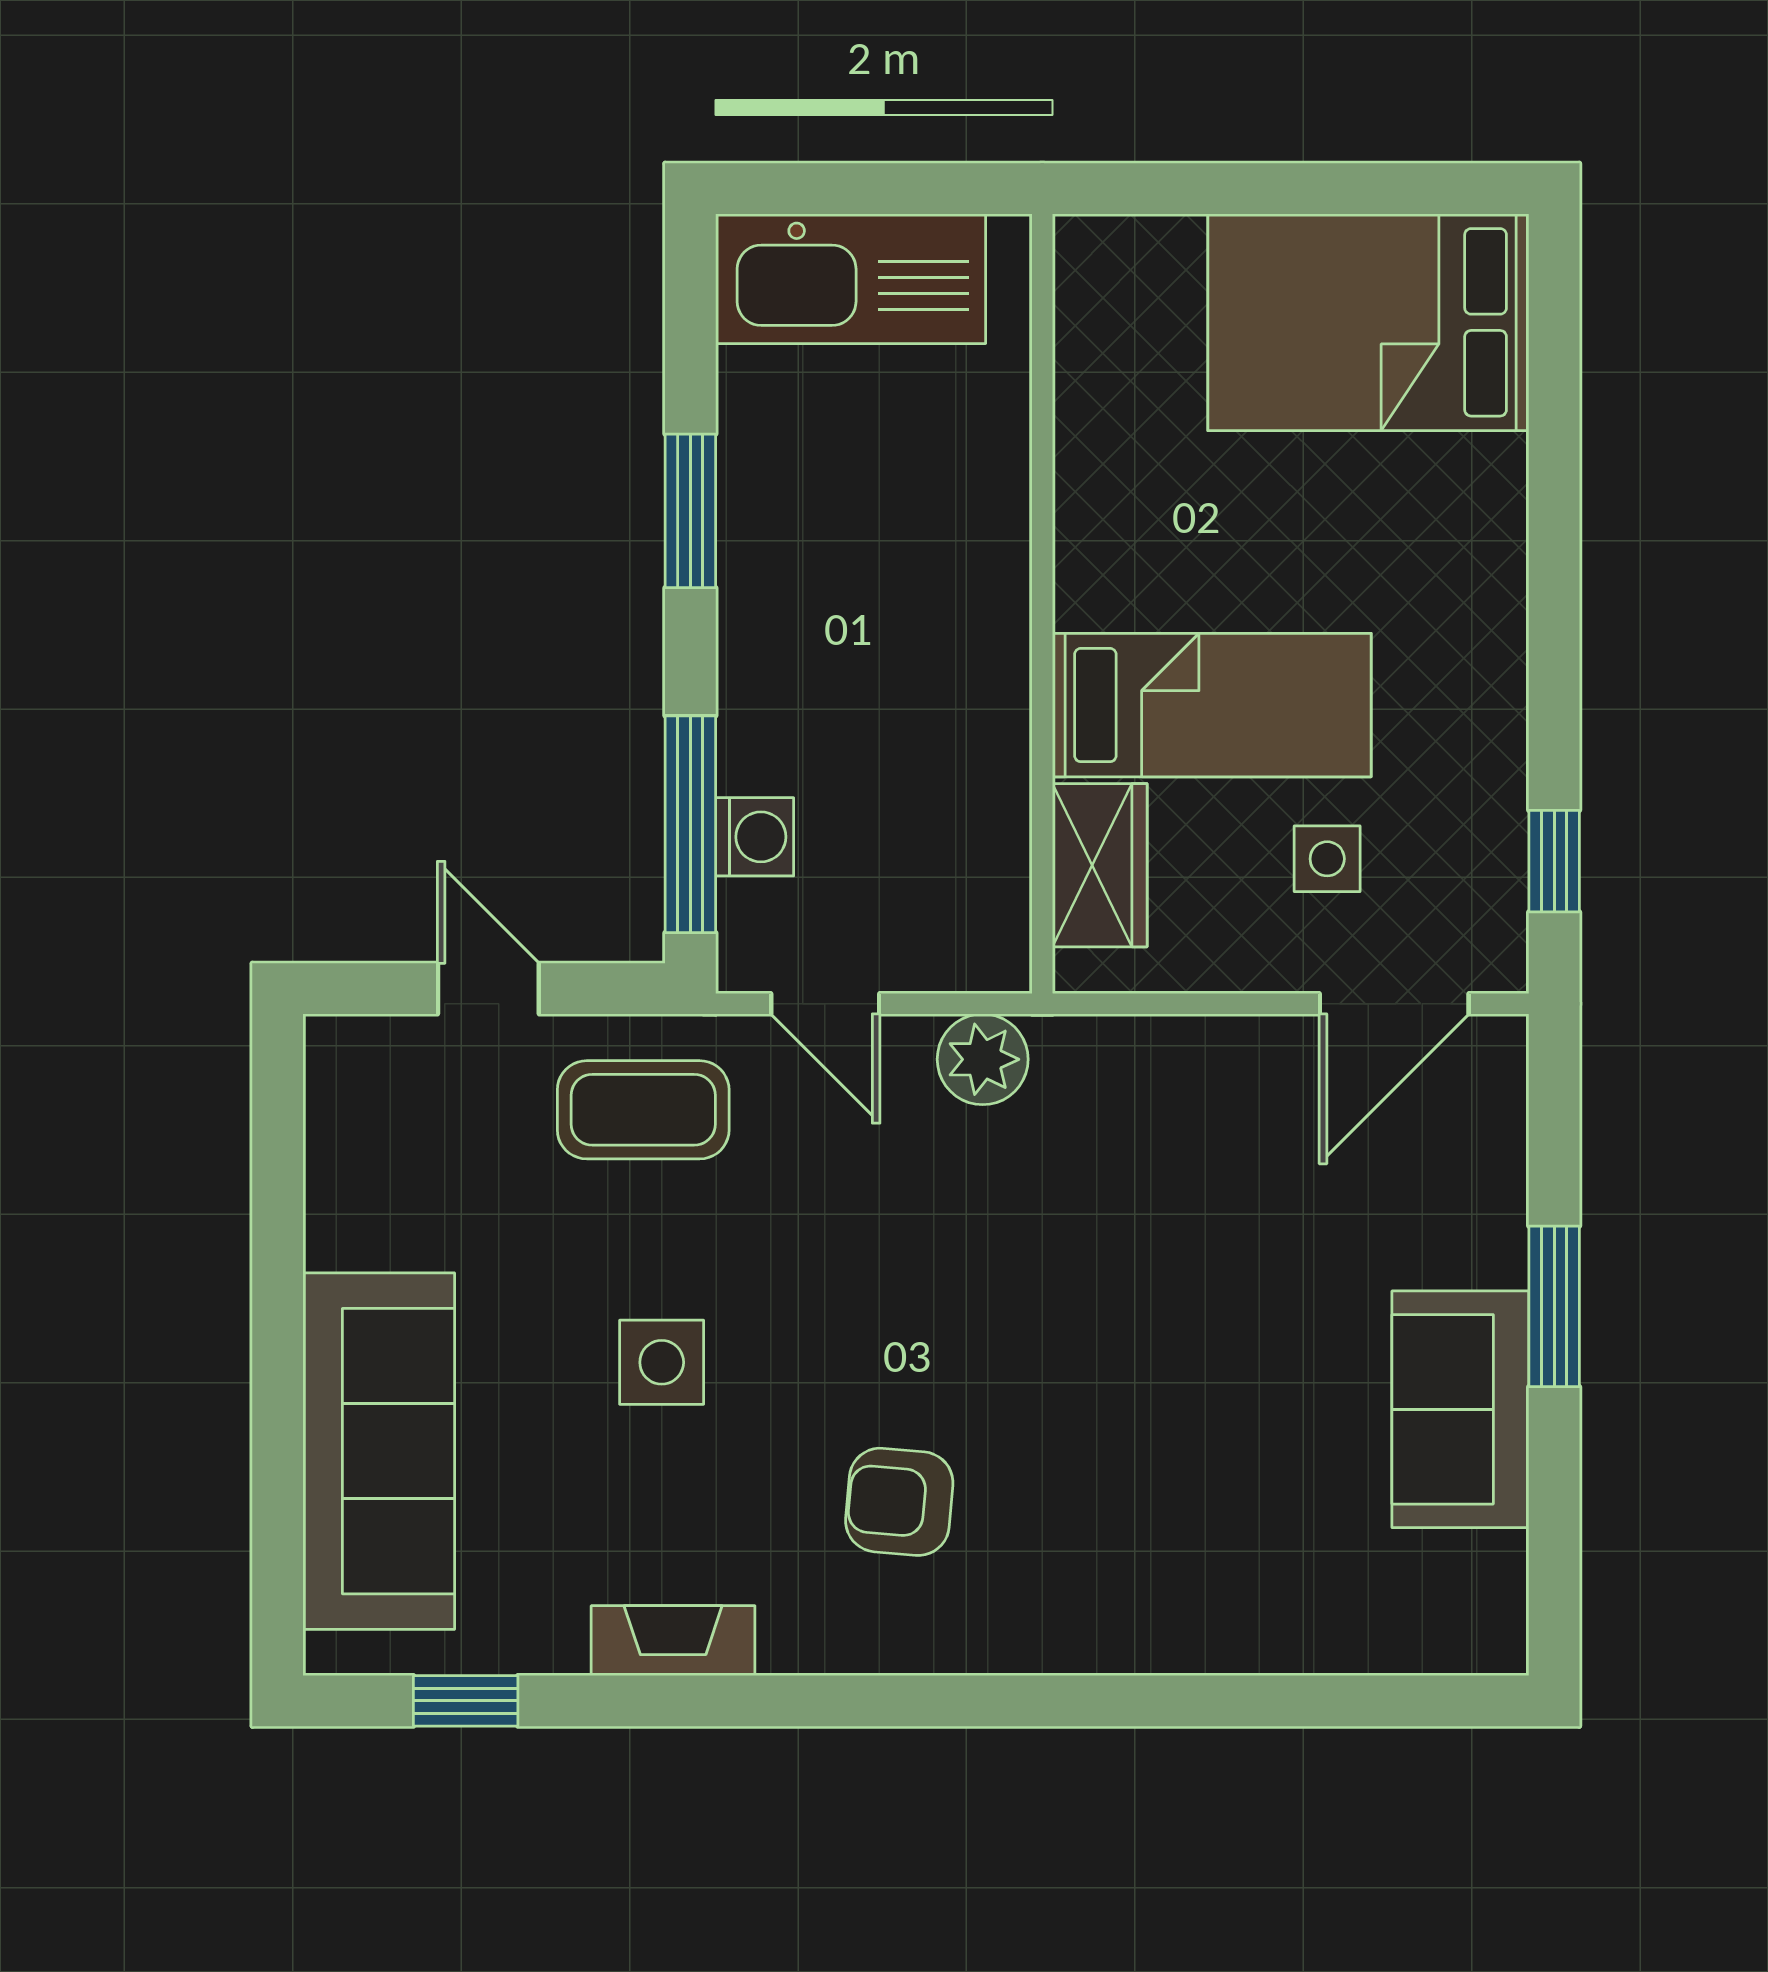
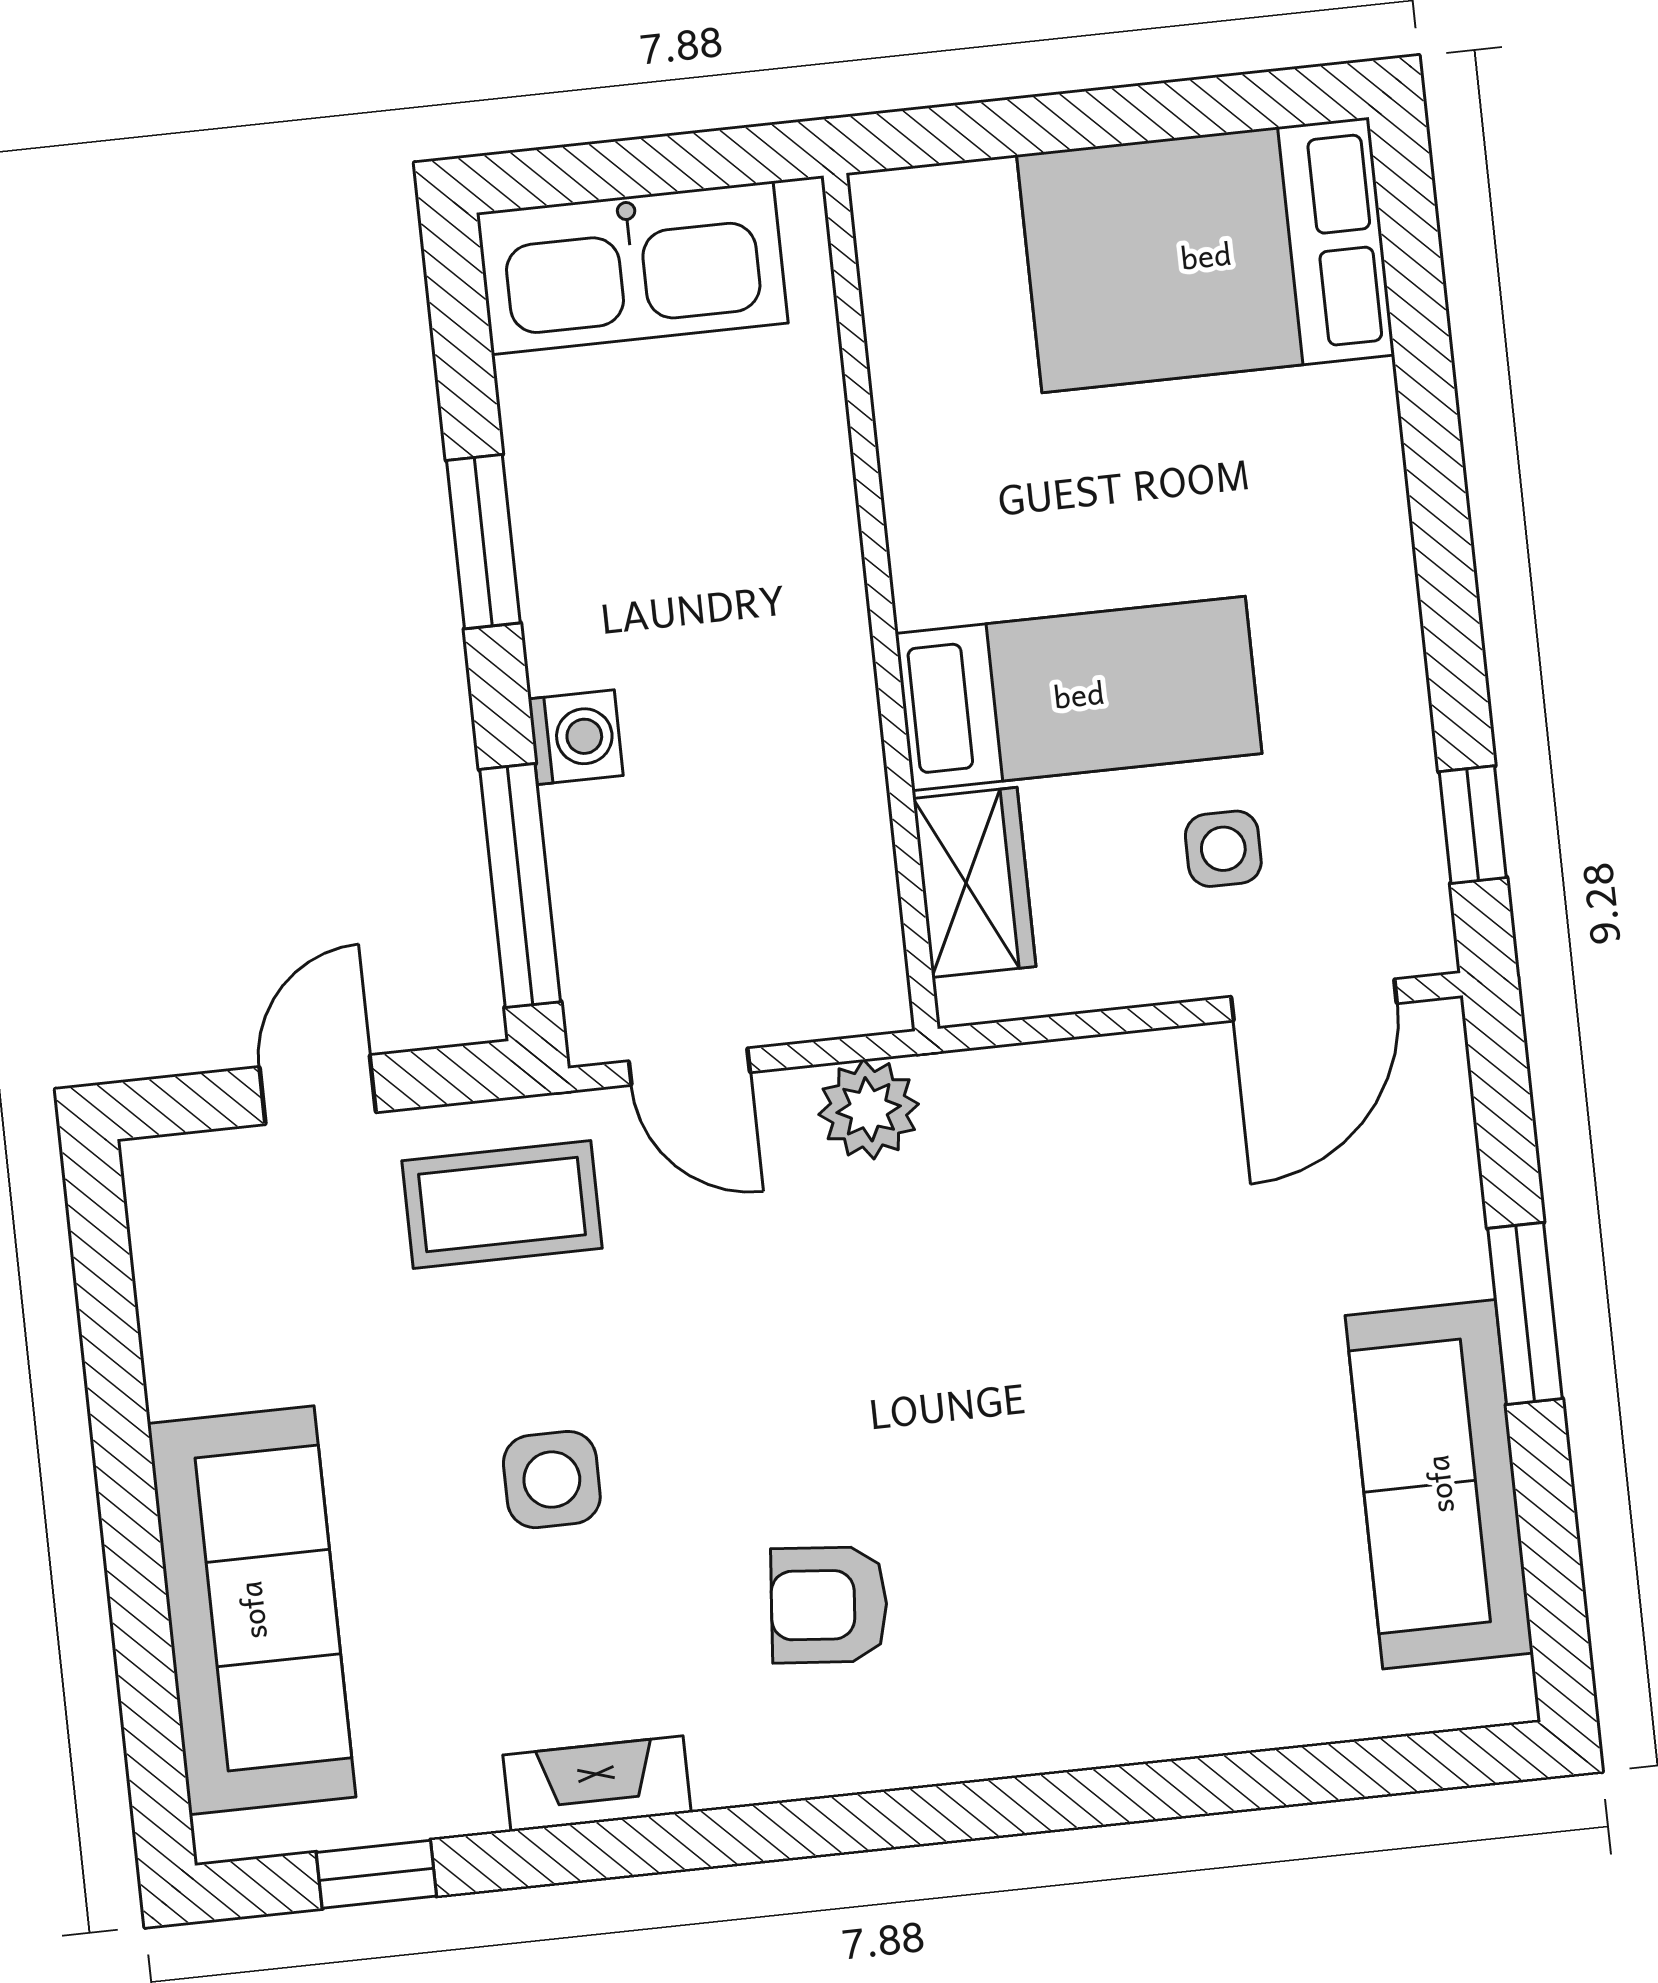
washing machine: (755, 837) -> (576, 737), moved
door: (488, 989) -> (318, 1090), hinge flipped
sofa: (1460, 1409) -> (1439, 1484), width x1.36

